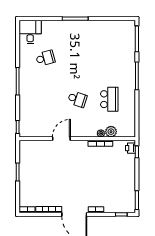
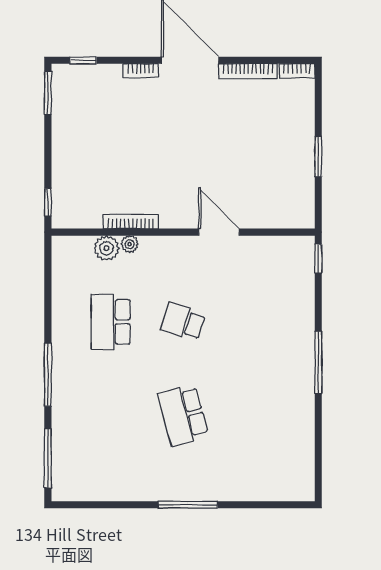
desk: (30, 32) -> (290, 475), removed
school desk: (45, 58) -> (183, 415), moved, width x1.85
door: (61, 139) -> (219, 232), swing flipped
printer: (130, 148) -> (62, 211), removed

